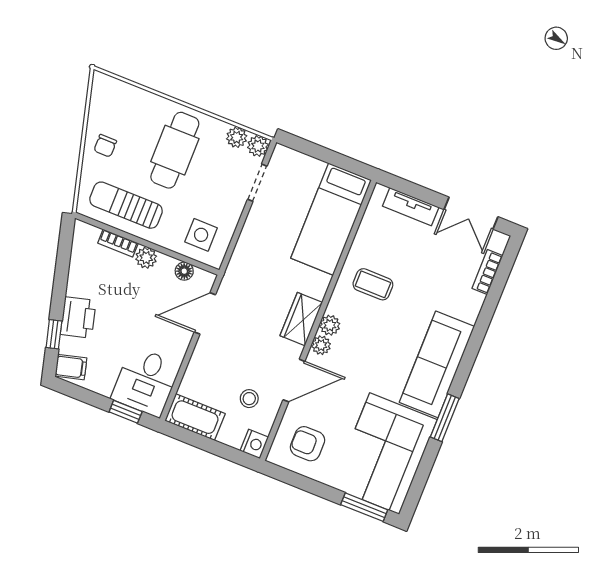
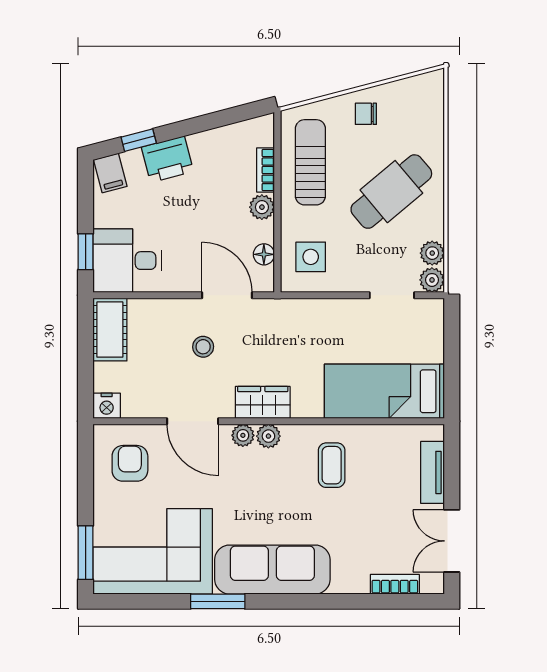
cafe table: (175, 150) -> (391, 192), turned -40
stool: (249, 399) -> (203, 347), moved

